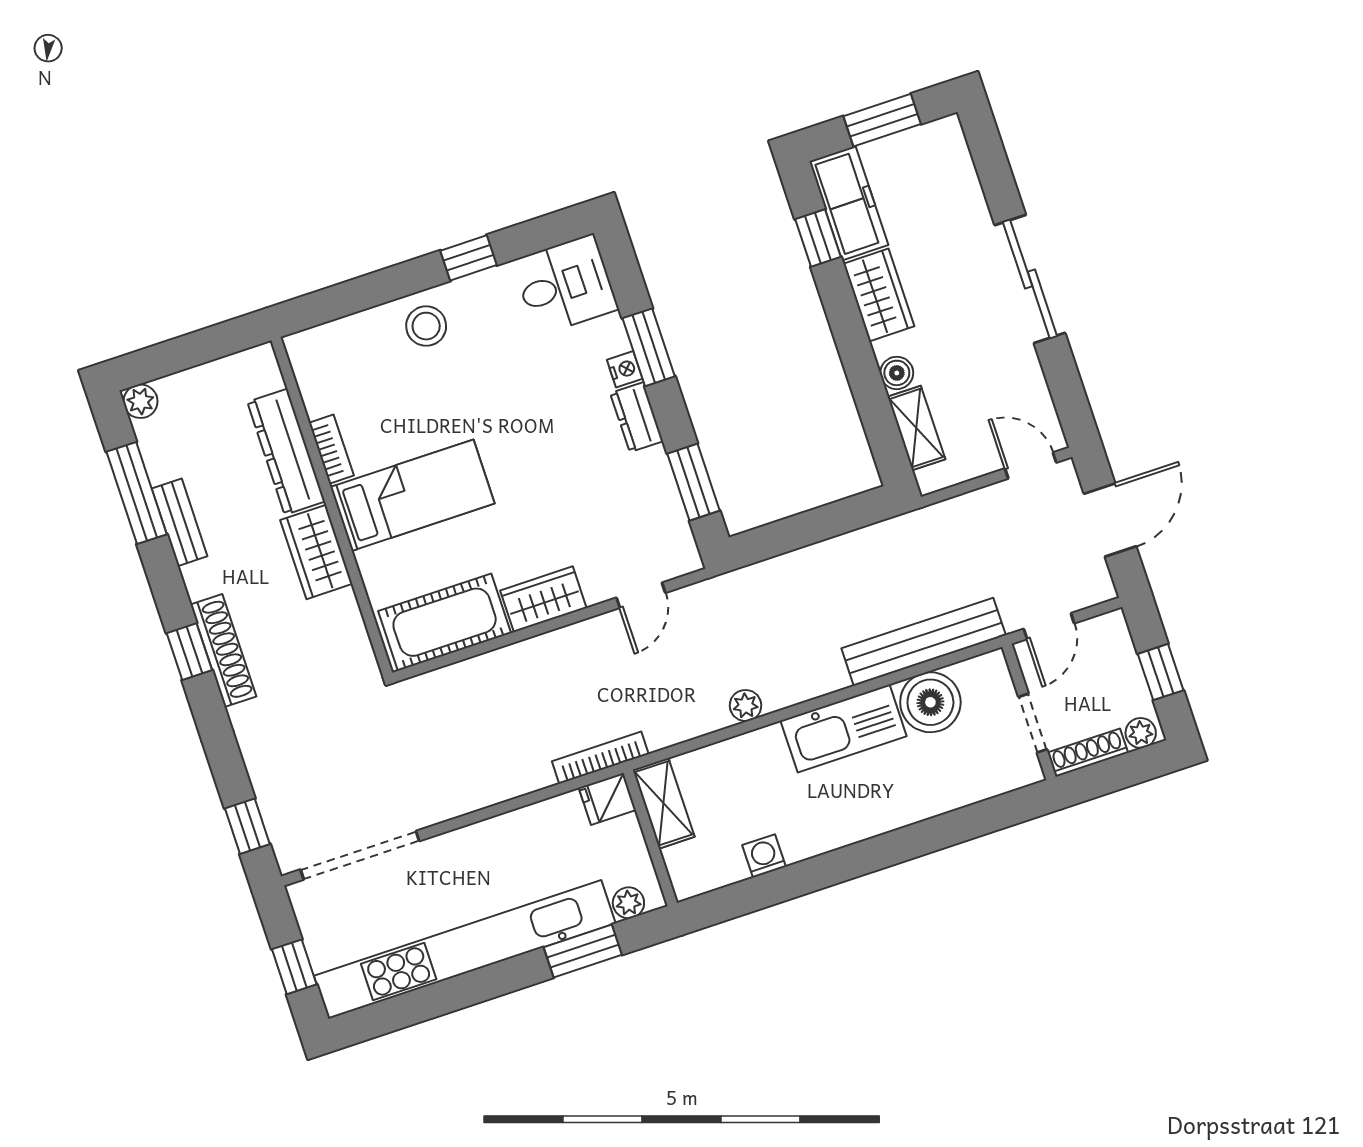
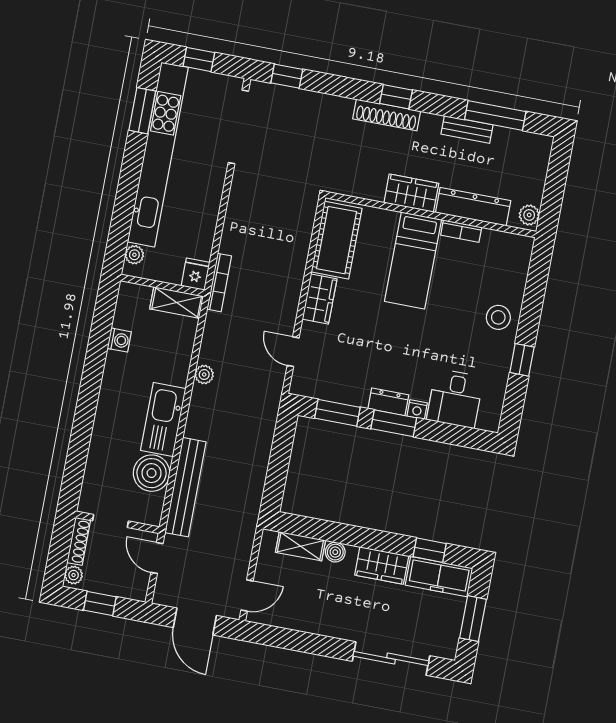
sliding door: (1030, 279) -> (391, 659), moved
desk: (565, 285) -> (455, 398), moved
window: (649, 347) -> (394, 423), moved
plant: (141, 401) -> (529, 215), moved
window: (583, 951) -> (142, 111), moved

